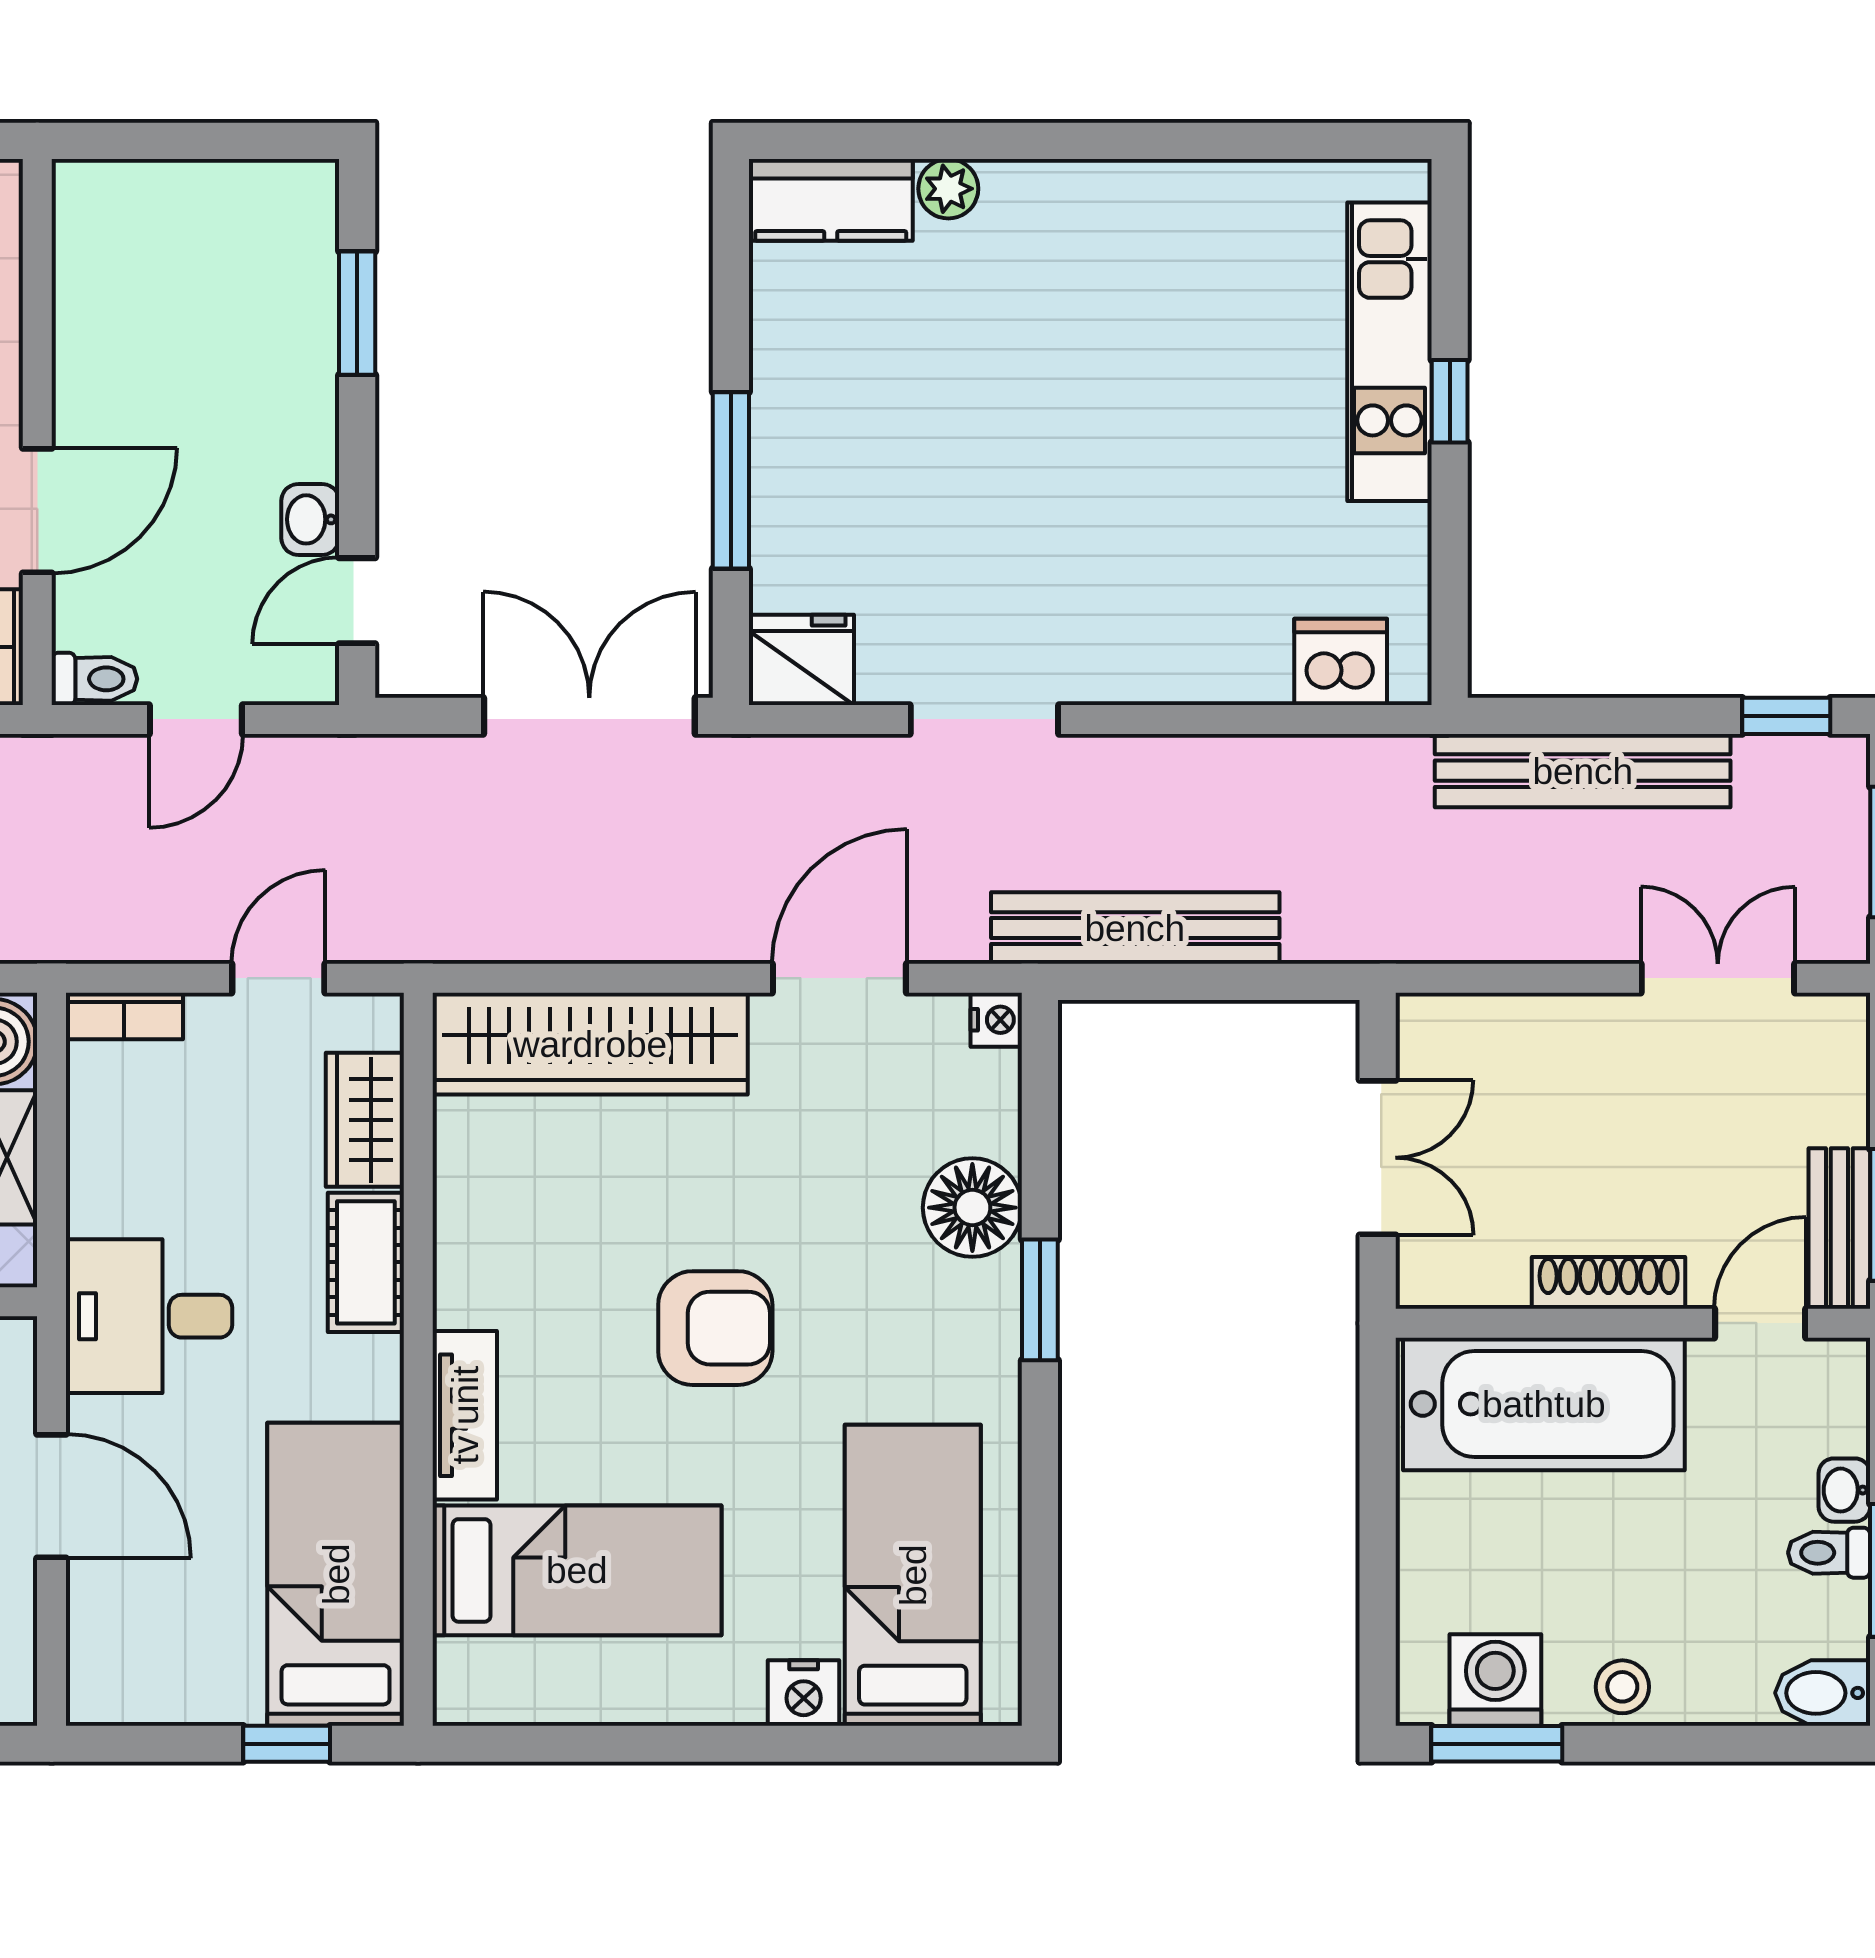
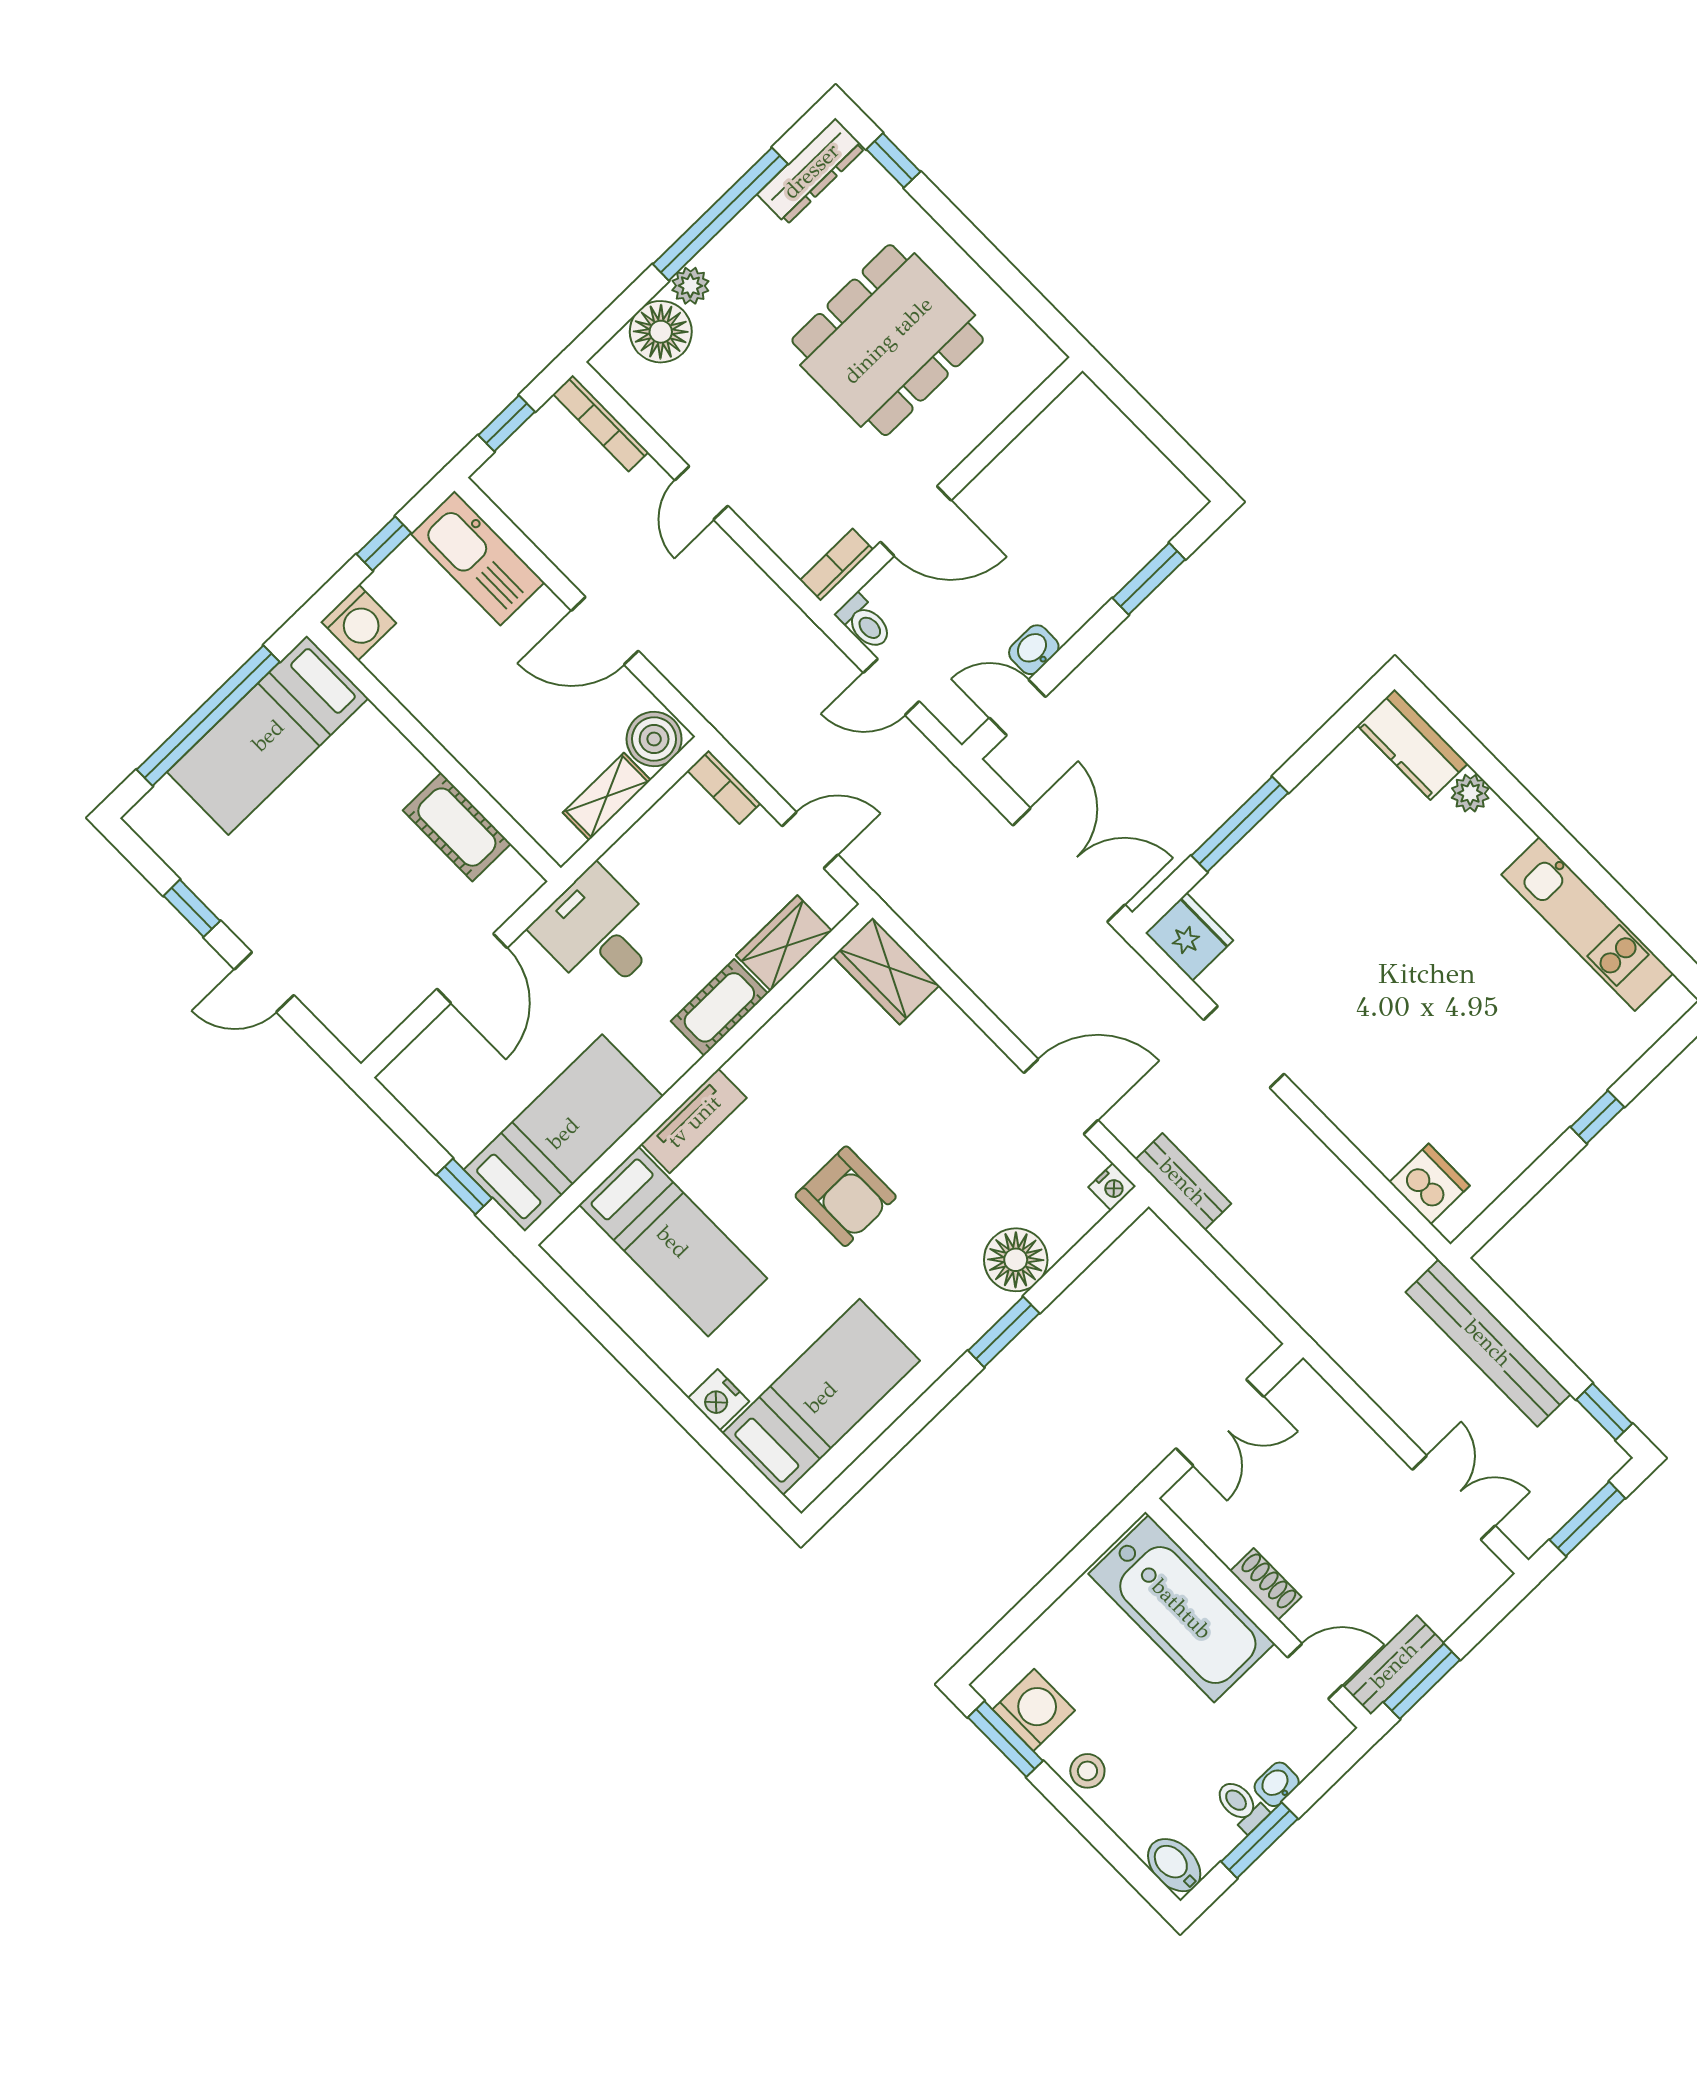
kitchen unit: (1389, 352) -> (1587, 924), moved, turned -90
bench: (1135, 928) -> (1183, 1182), width x0.54, depth x0.82
wardrobe: (590, 1044) -> (886, 971), width x0.48, depth x0.85
shoe rack: (1609, 1283) -> (1266, 1584), width x0.70

